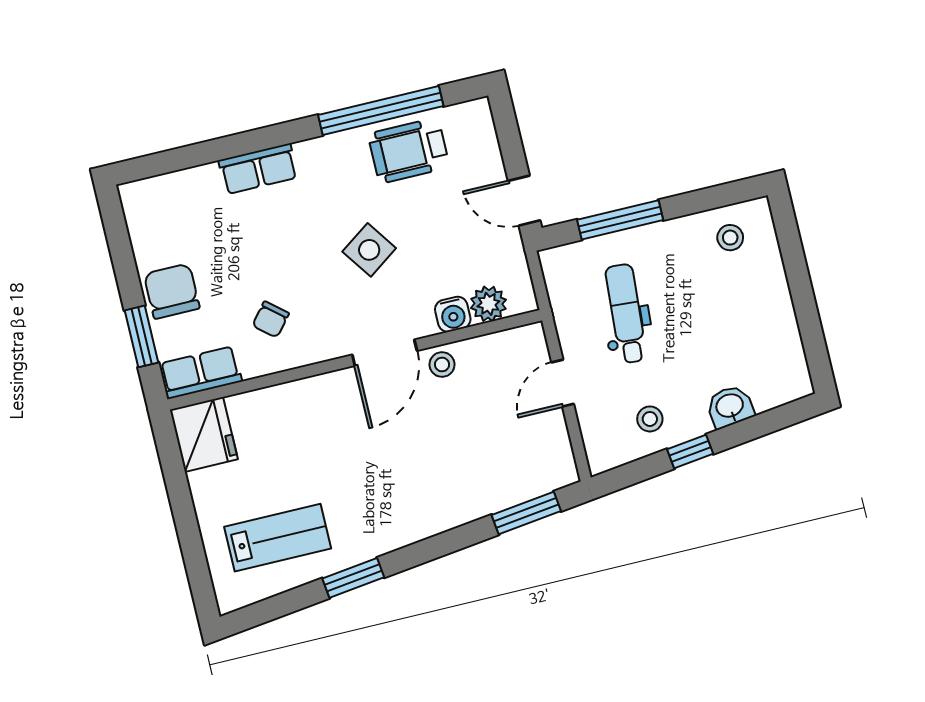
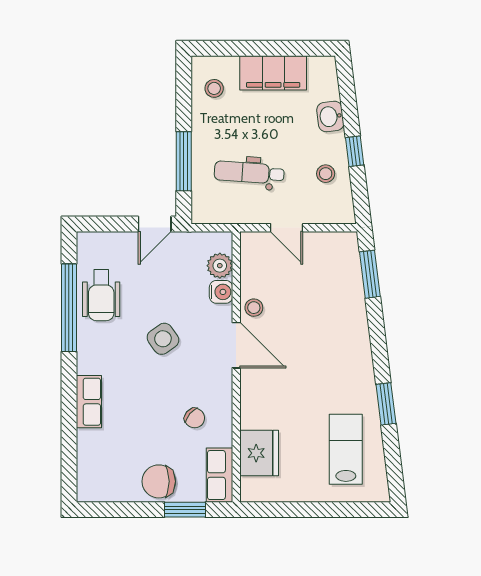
filing cabinet: (771, 313) -> (273, 73), added
fridge: (204, 435) -> (259, 453), moved, turned 90

